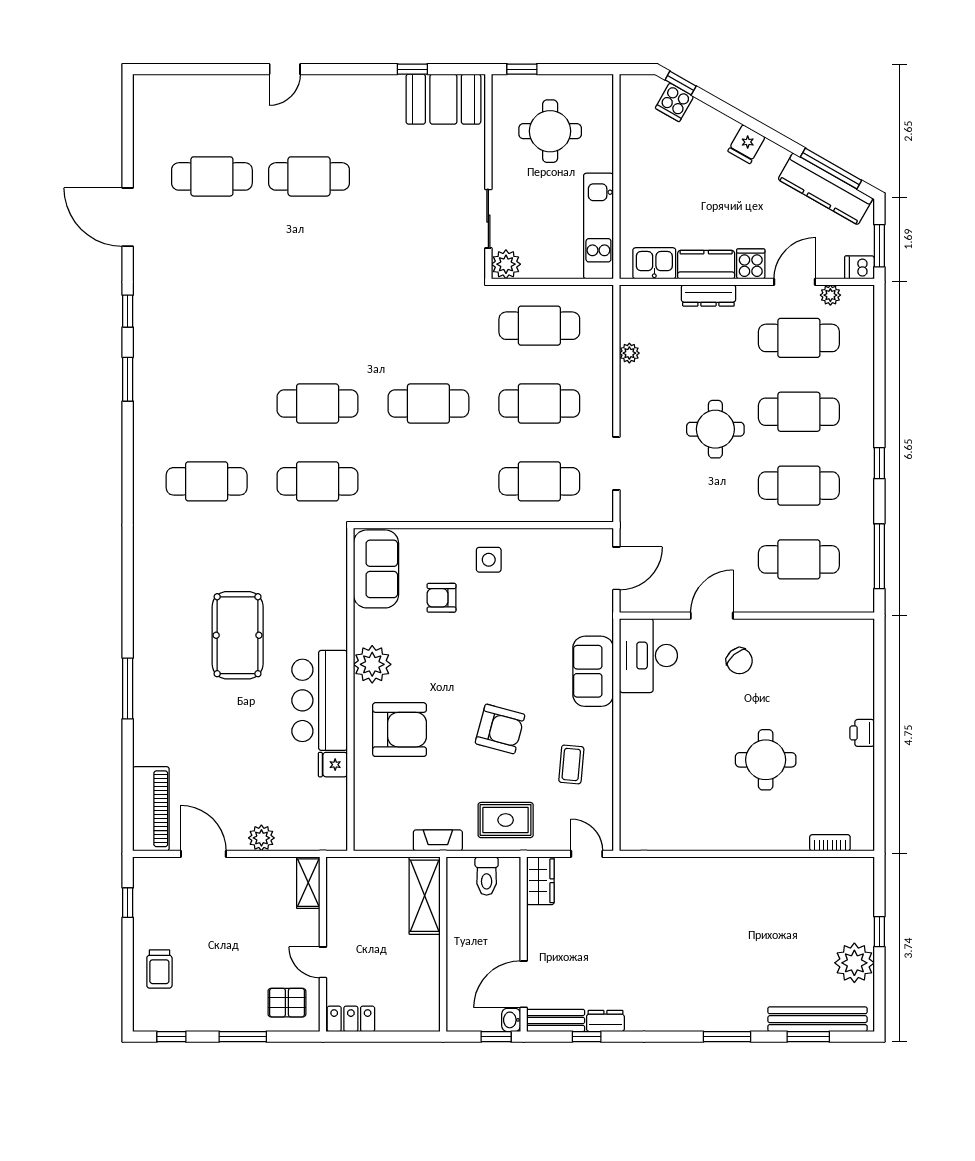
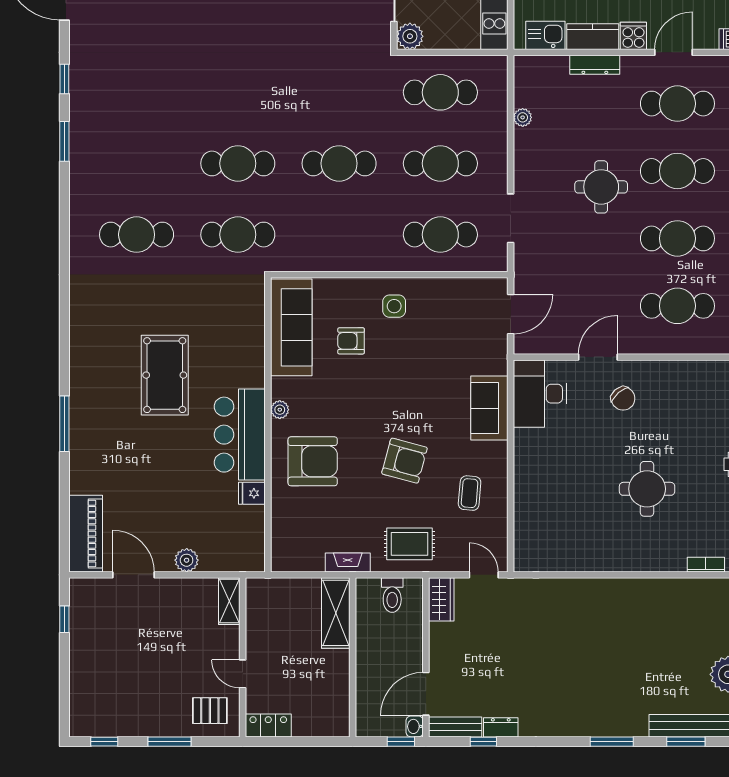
plant: (830, 295) -> (706, 64), removed
sofa: (376, 569) -> (291, 327), width x1.36
plant: (372, 664) -> (280, 410), width x0.53, depth x0.53
trolley: (159, 969) -> (93, 680), removed

